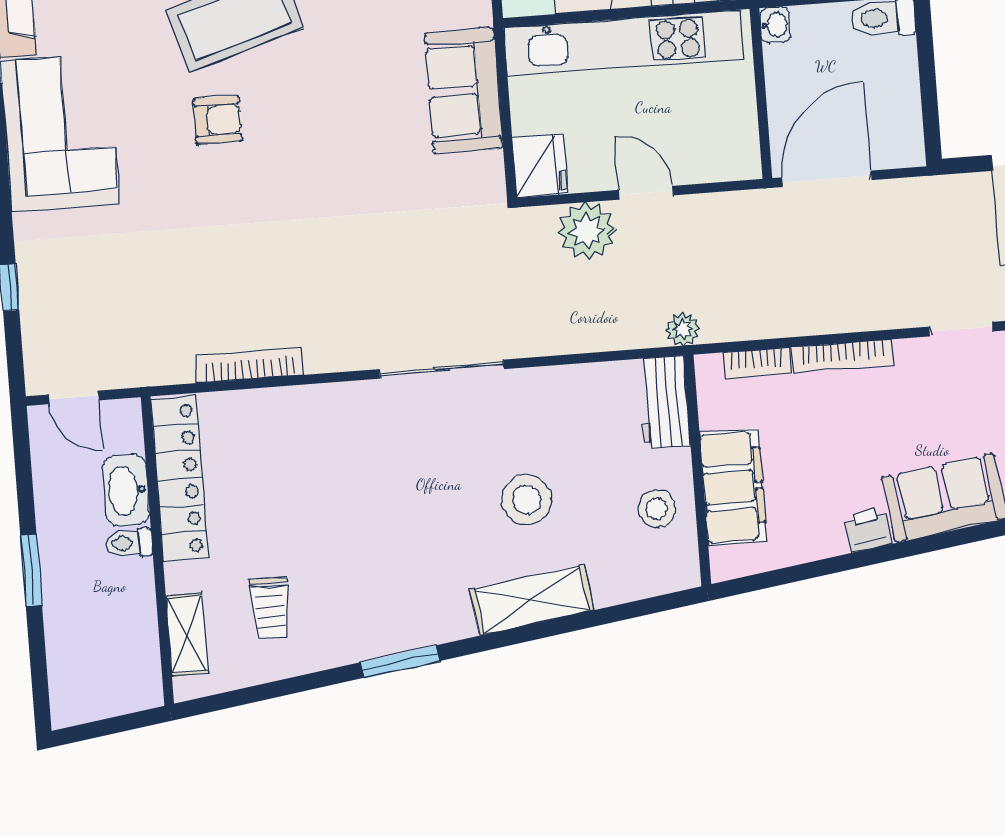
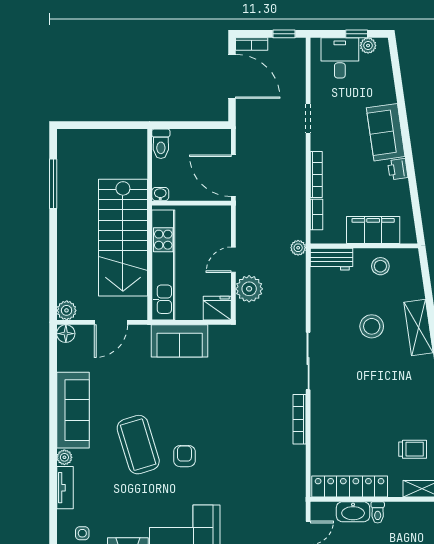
bookcase: (250, 365) -> (299, 419), moved

